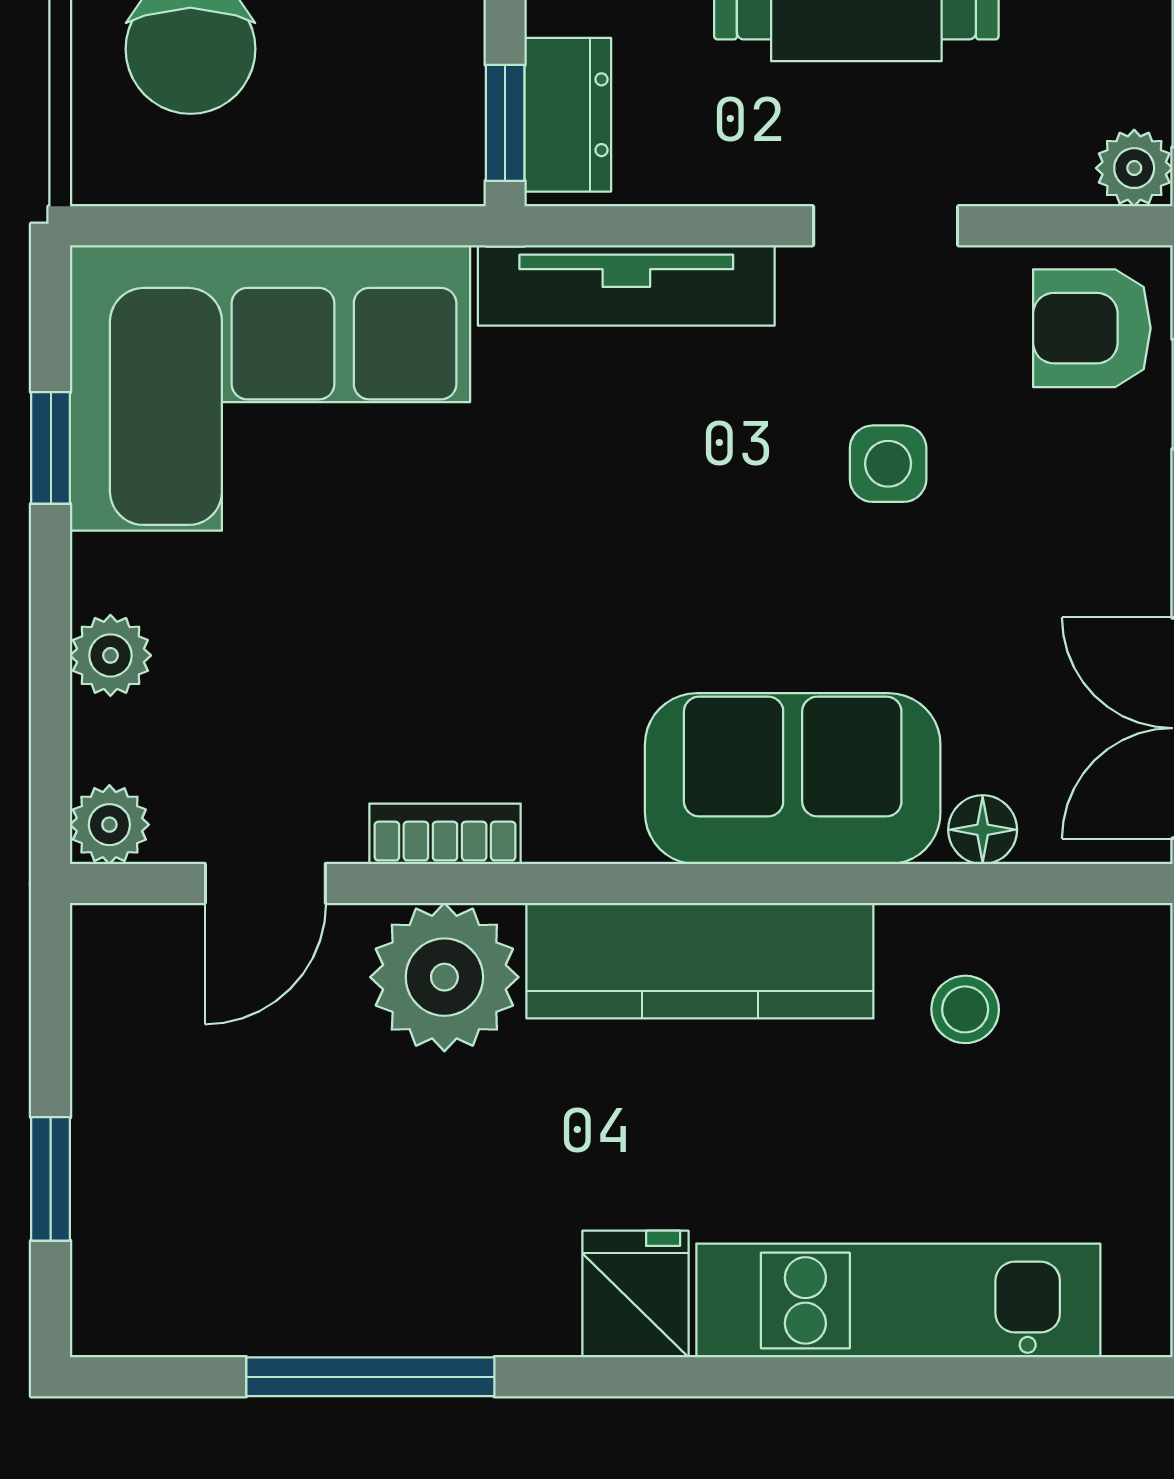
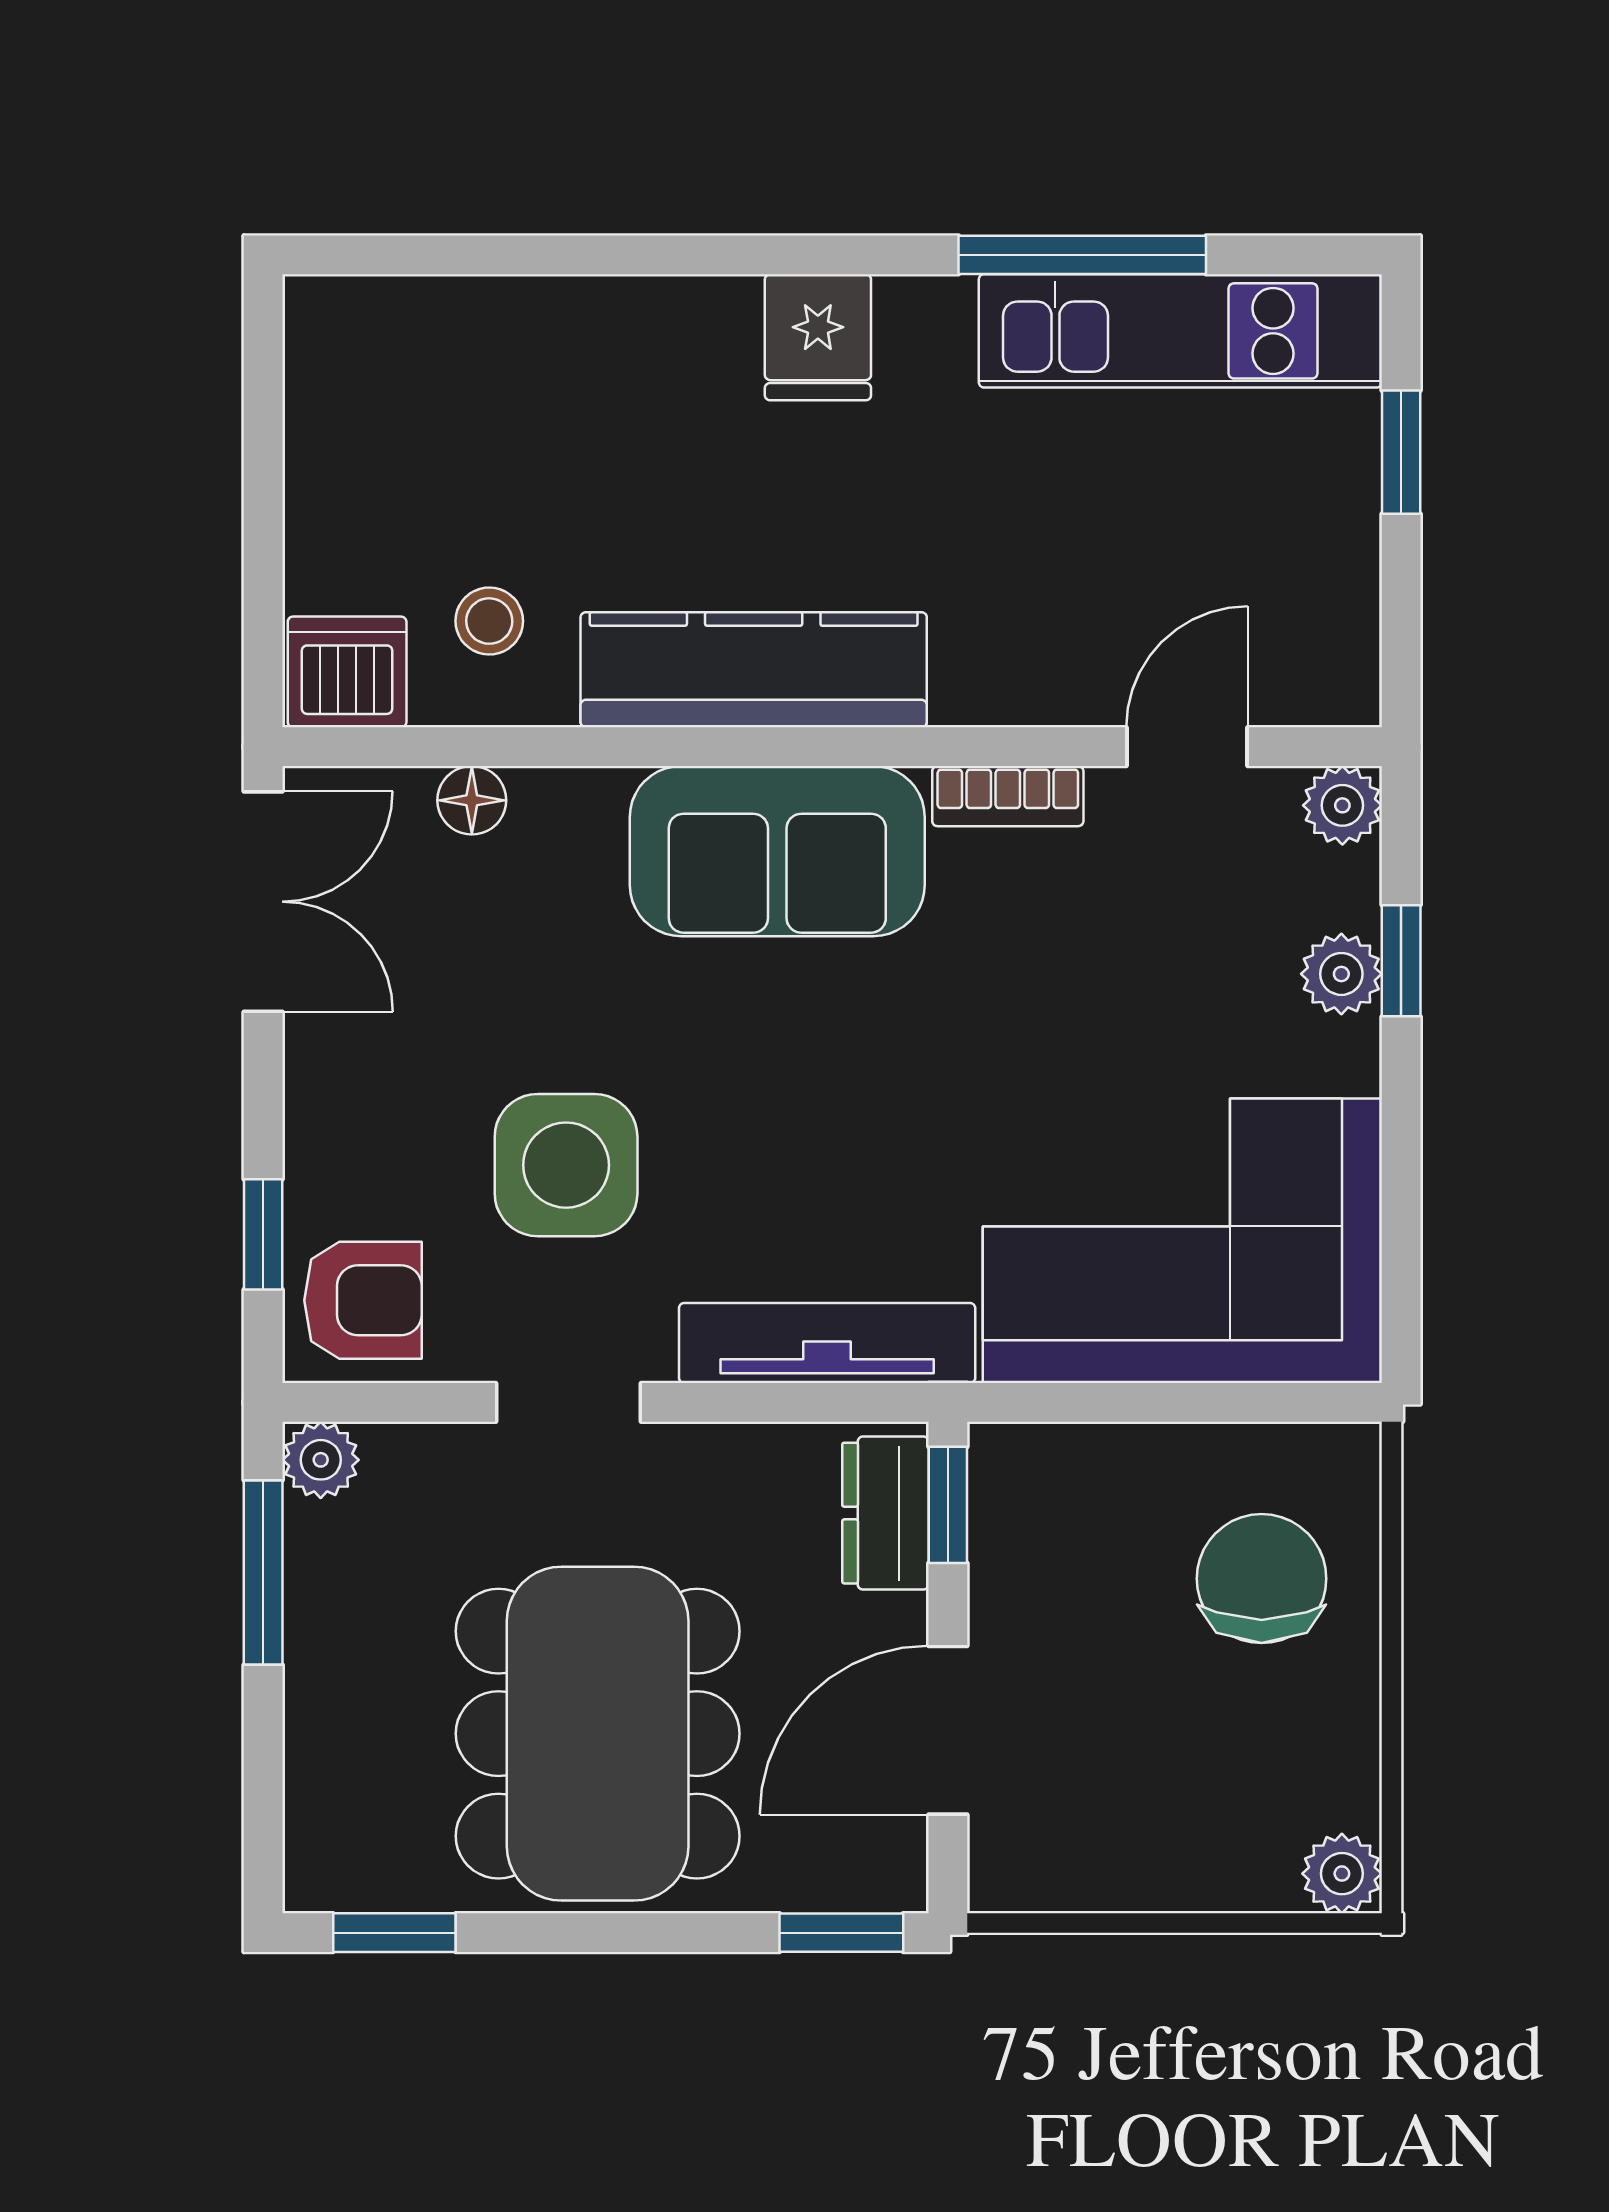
window: (51, 448) -> (1401, 961), moved
side table: (888, 464) -> (566, 1165), width x1.87, depth x1.87
sofa: (793, 779) -> (777, 851), moved
dishwasher: (1108, 958) -> (347, 672), added
plant: (444, 977) -> (1008, 653), removed
kitchen unit: (898, 1300) -> (1180, 331), moved

